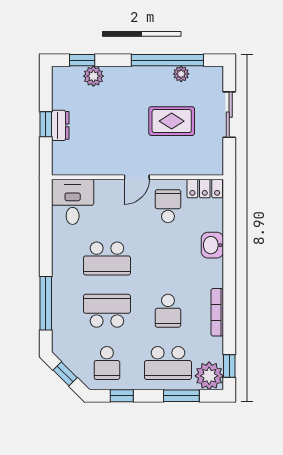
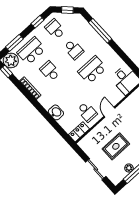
school desk: (107, 311) -> (74, 49), width x0.54

